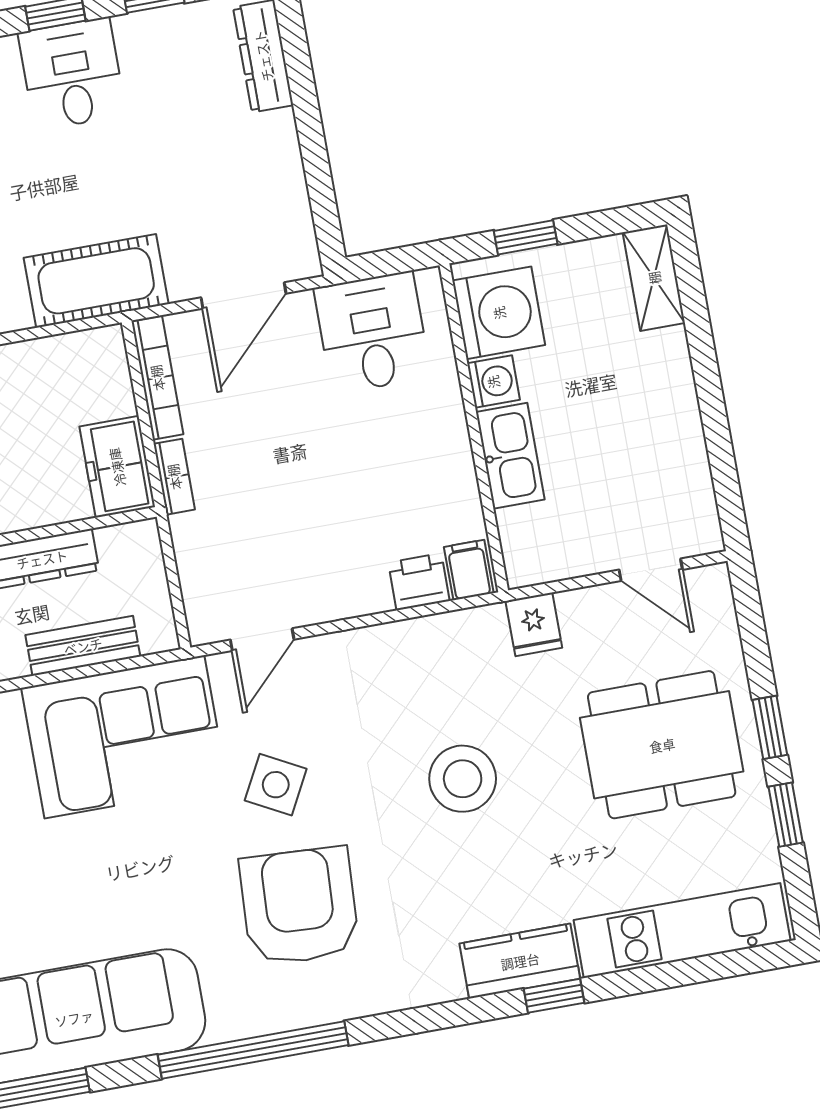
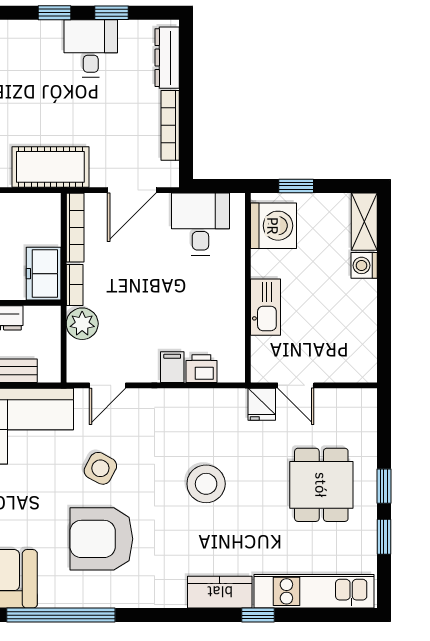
desk: (72, 74) -> (91, 48), moved
bookcase: (289, 172) -> (170, 125), added
washing machine: (493, 382) -> (364, 265), moved, turned 180
plant: (199, 541) -> (82, 324), added
filing cabinet: (469, 570) -> (172, 367), moved
door: (651, 570) -> (296, 385), moved
dining table: (662, 745) -> (321, 485), width x0.73
armchair: (299, 906) -> (101, 539), turned -93
window: (554, 996) -> (258, 615), moved

